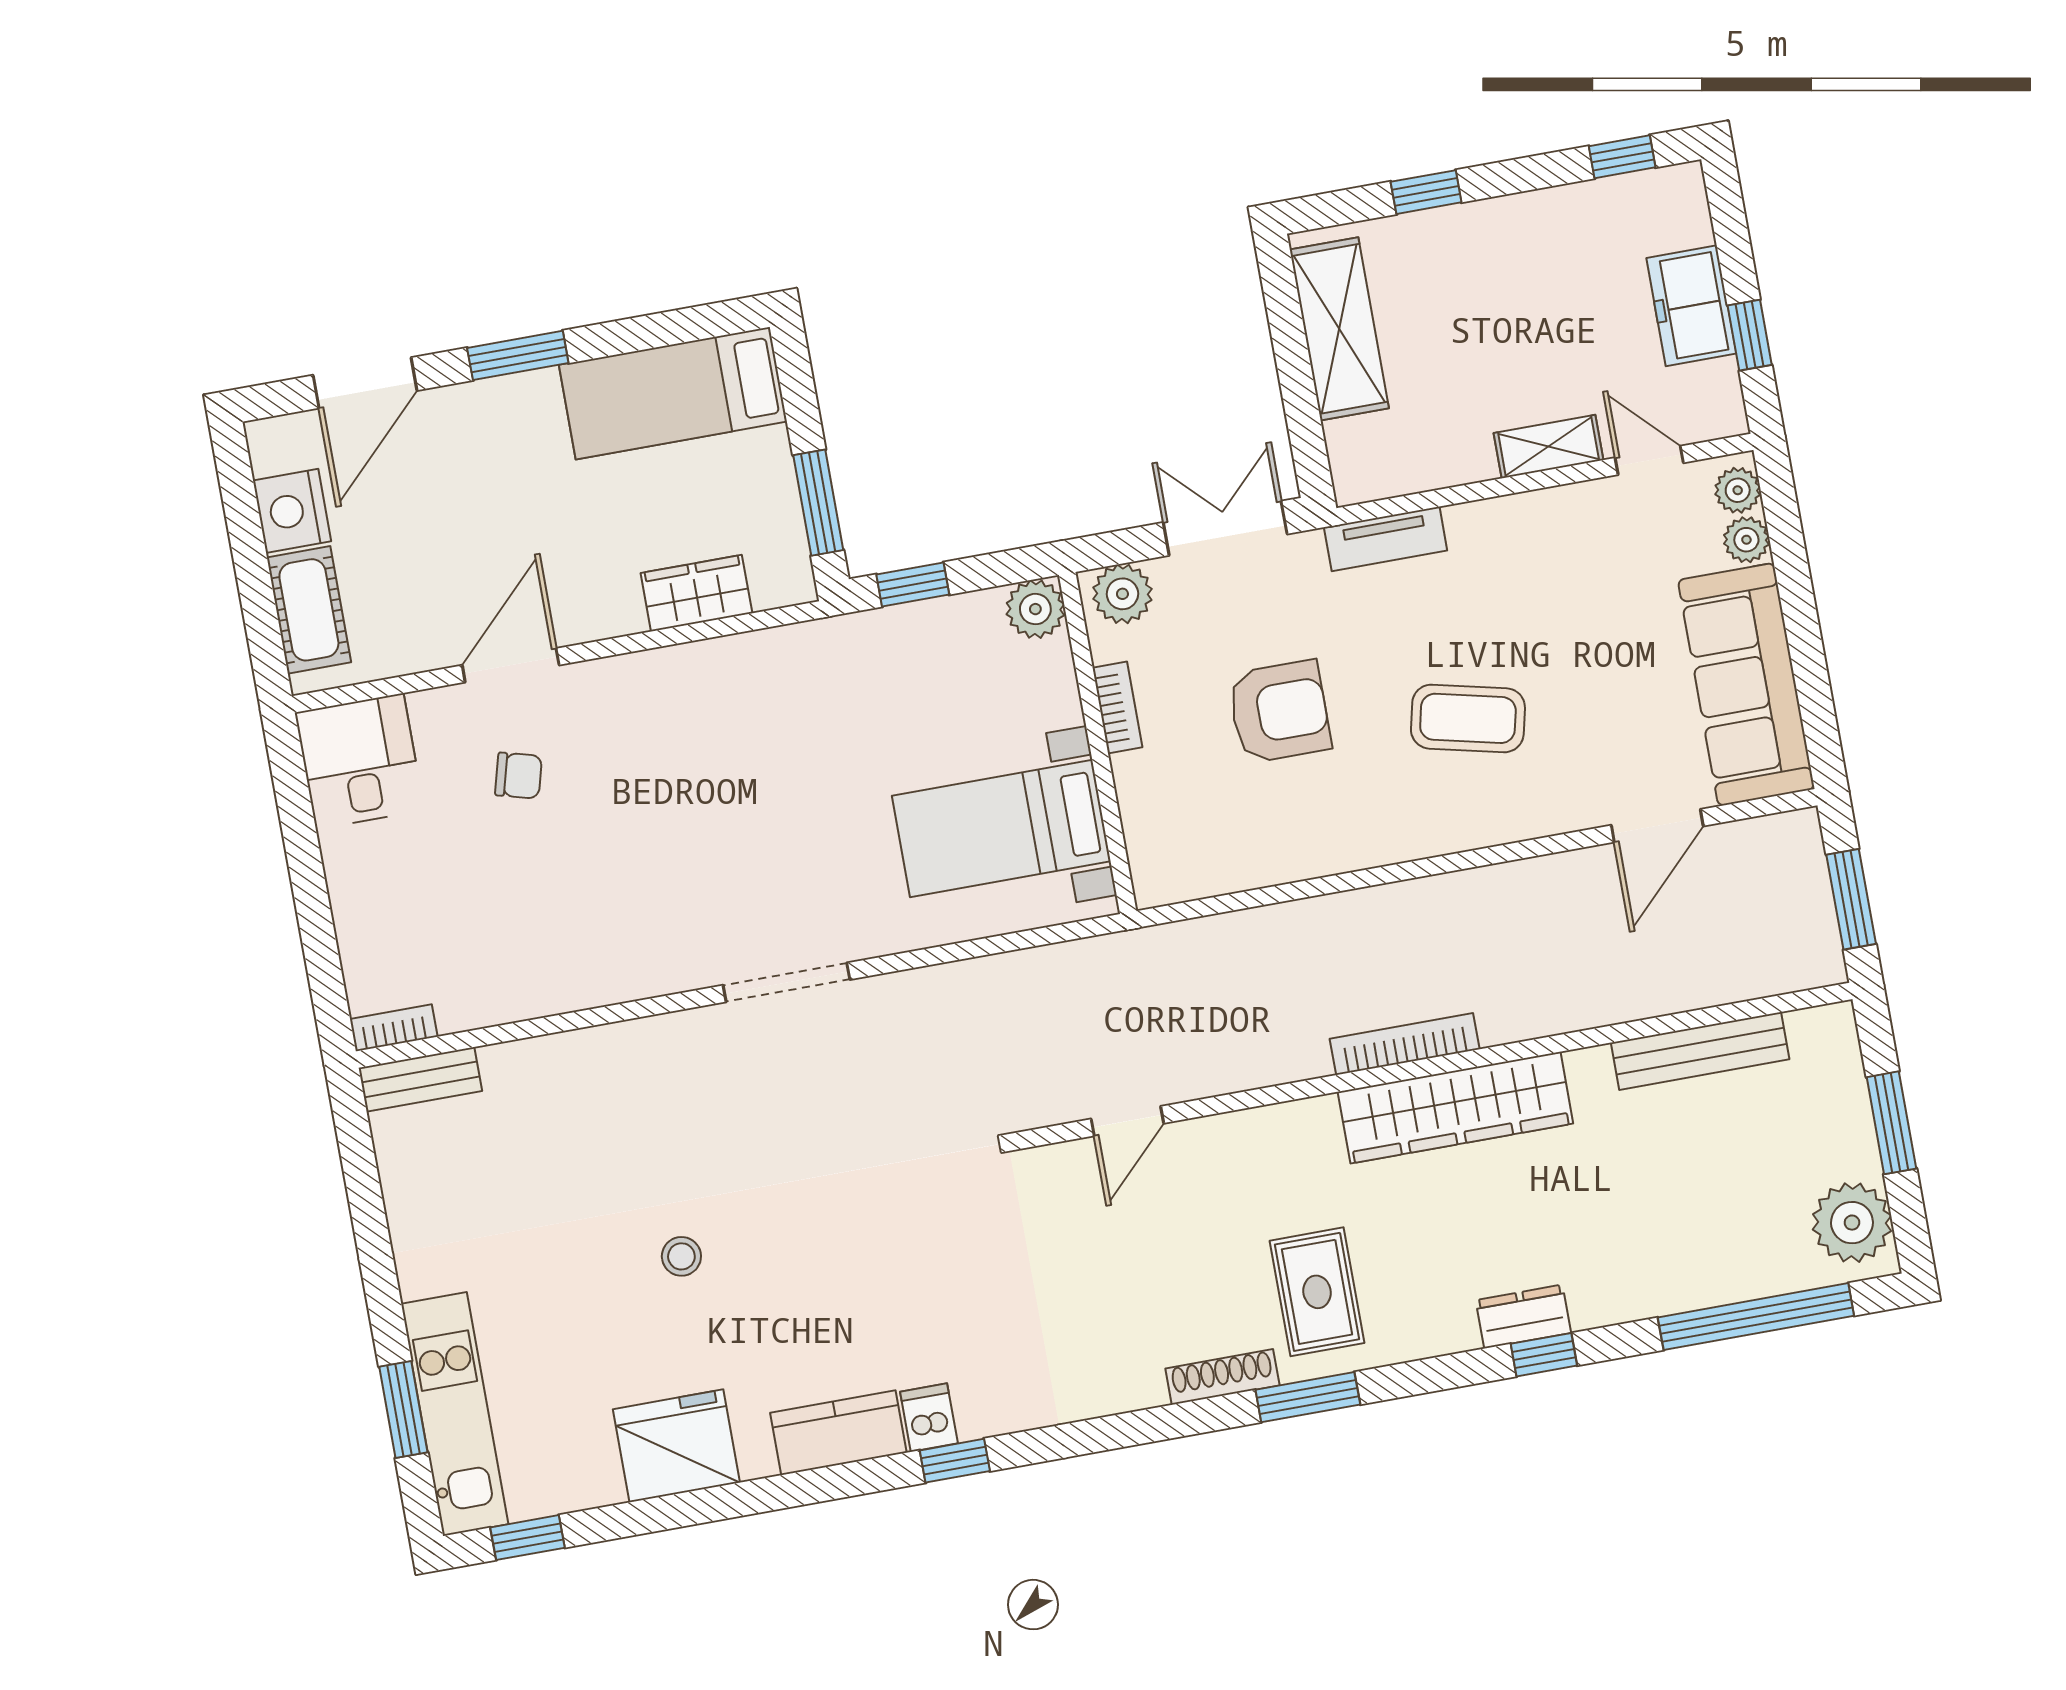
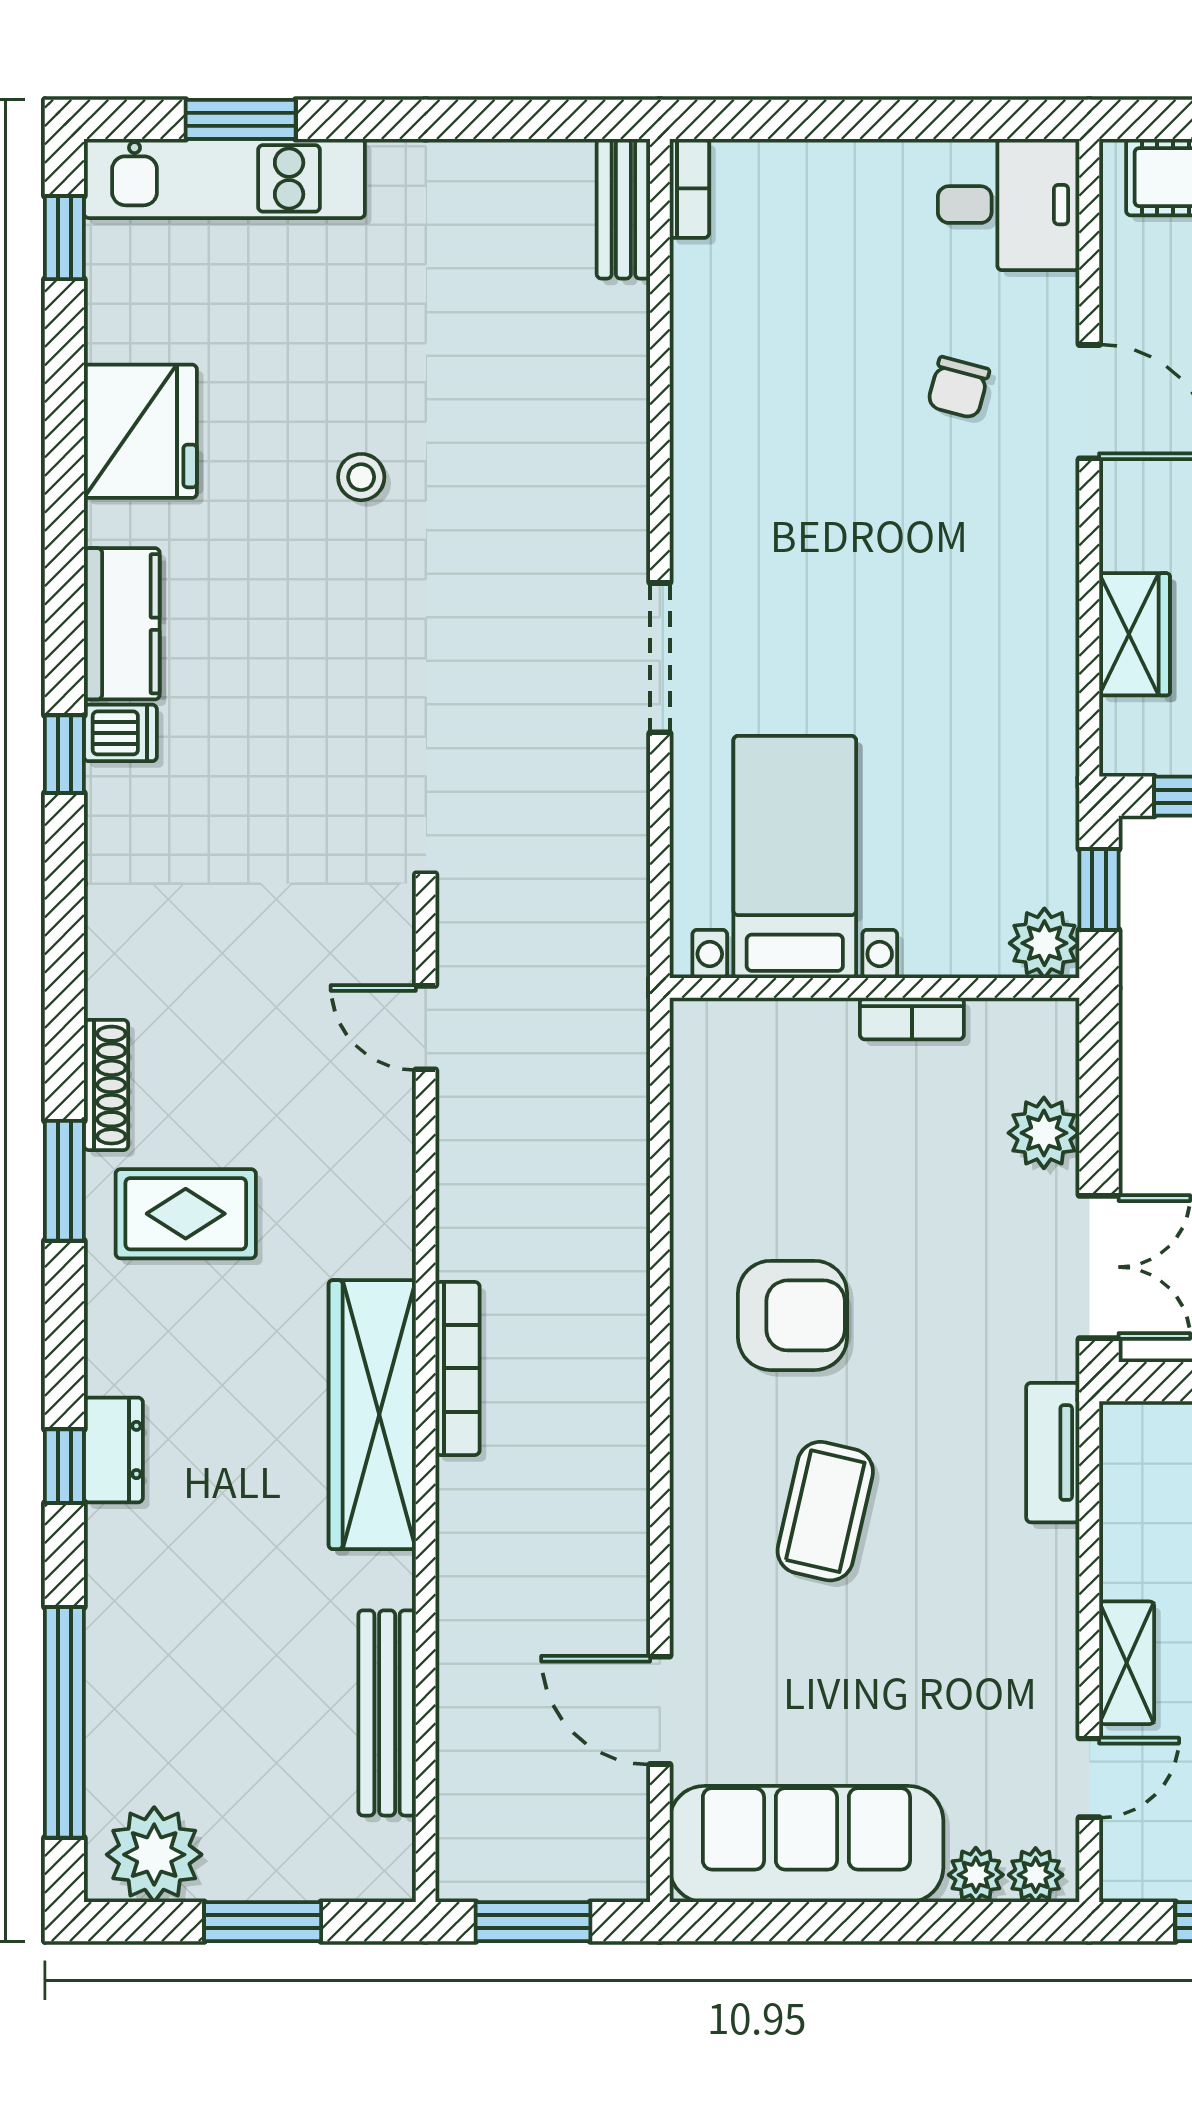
plant: (1035, 609) -> (1044, 943), moved
bookcase: (1117, 708) -> (912, 1019), moved
armchair: (1279, 712) -> (793, 1315), moved, turned -90
wall: (1098, 743) -> (875, 988), moved
bed with nightstands: (1001, 828) -> (795, 857), moved

